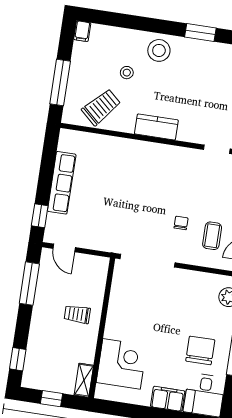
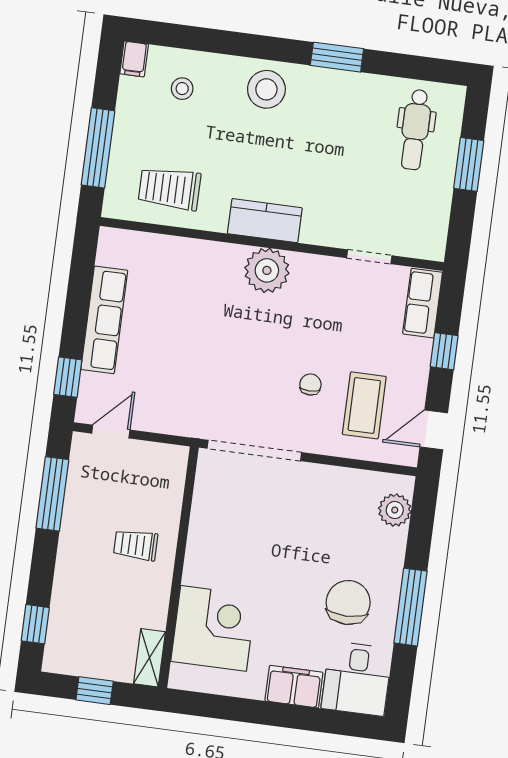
stool: (127, 73) -> (182, 89), moved
trolley: (101, 107) -> (170, 189), turned -132
plant: (157, 156) -> (267, 270), added
coffee table: (212, 236) -> (364, 405), width x1.36, depth x1.30
door: (64, 248) -> (111, 432), swing flipped

